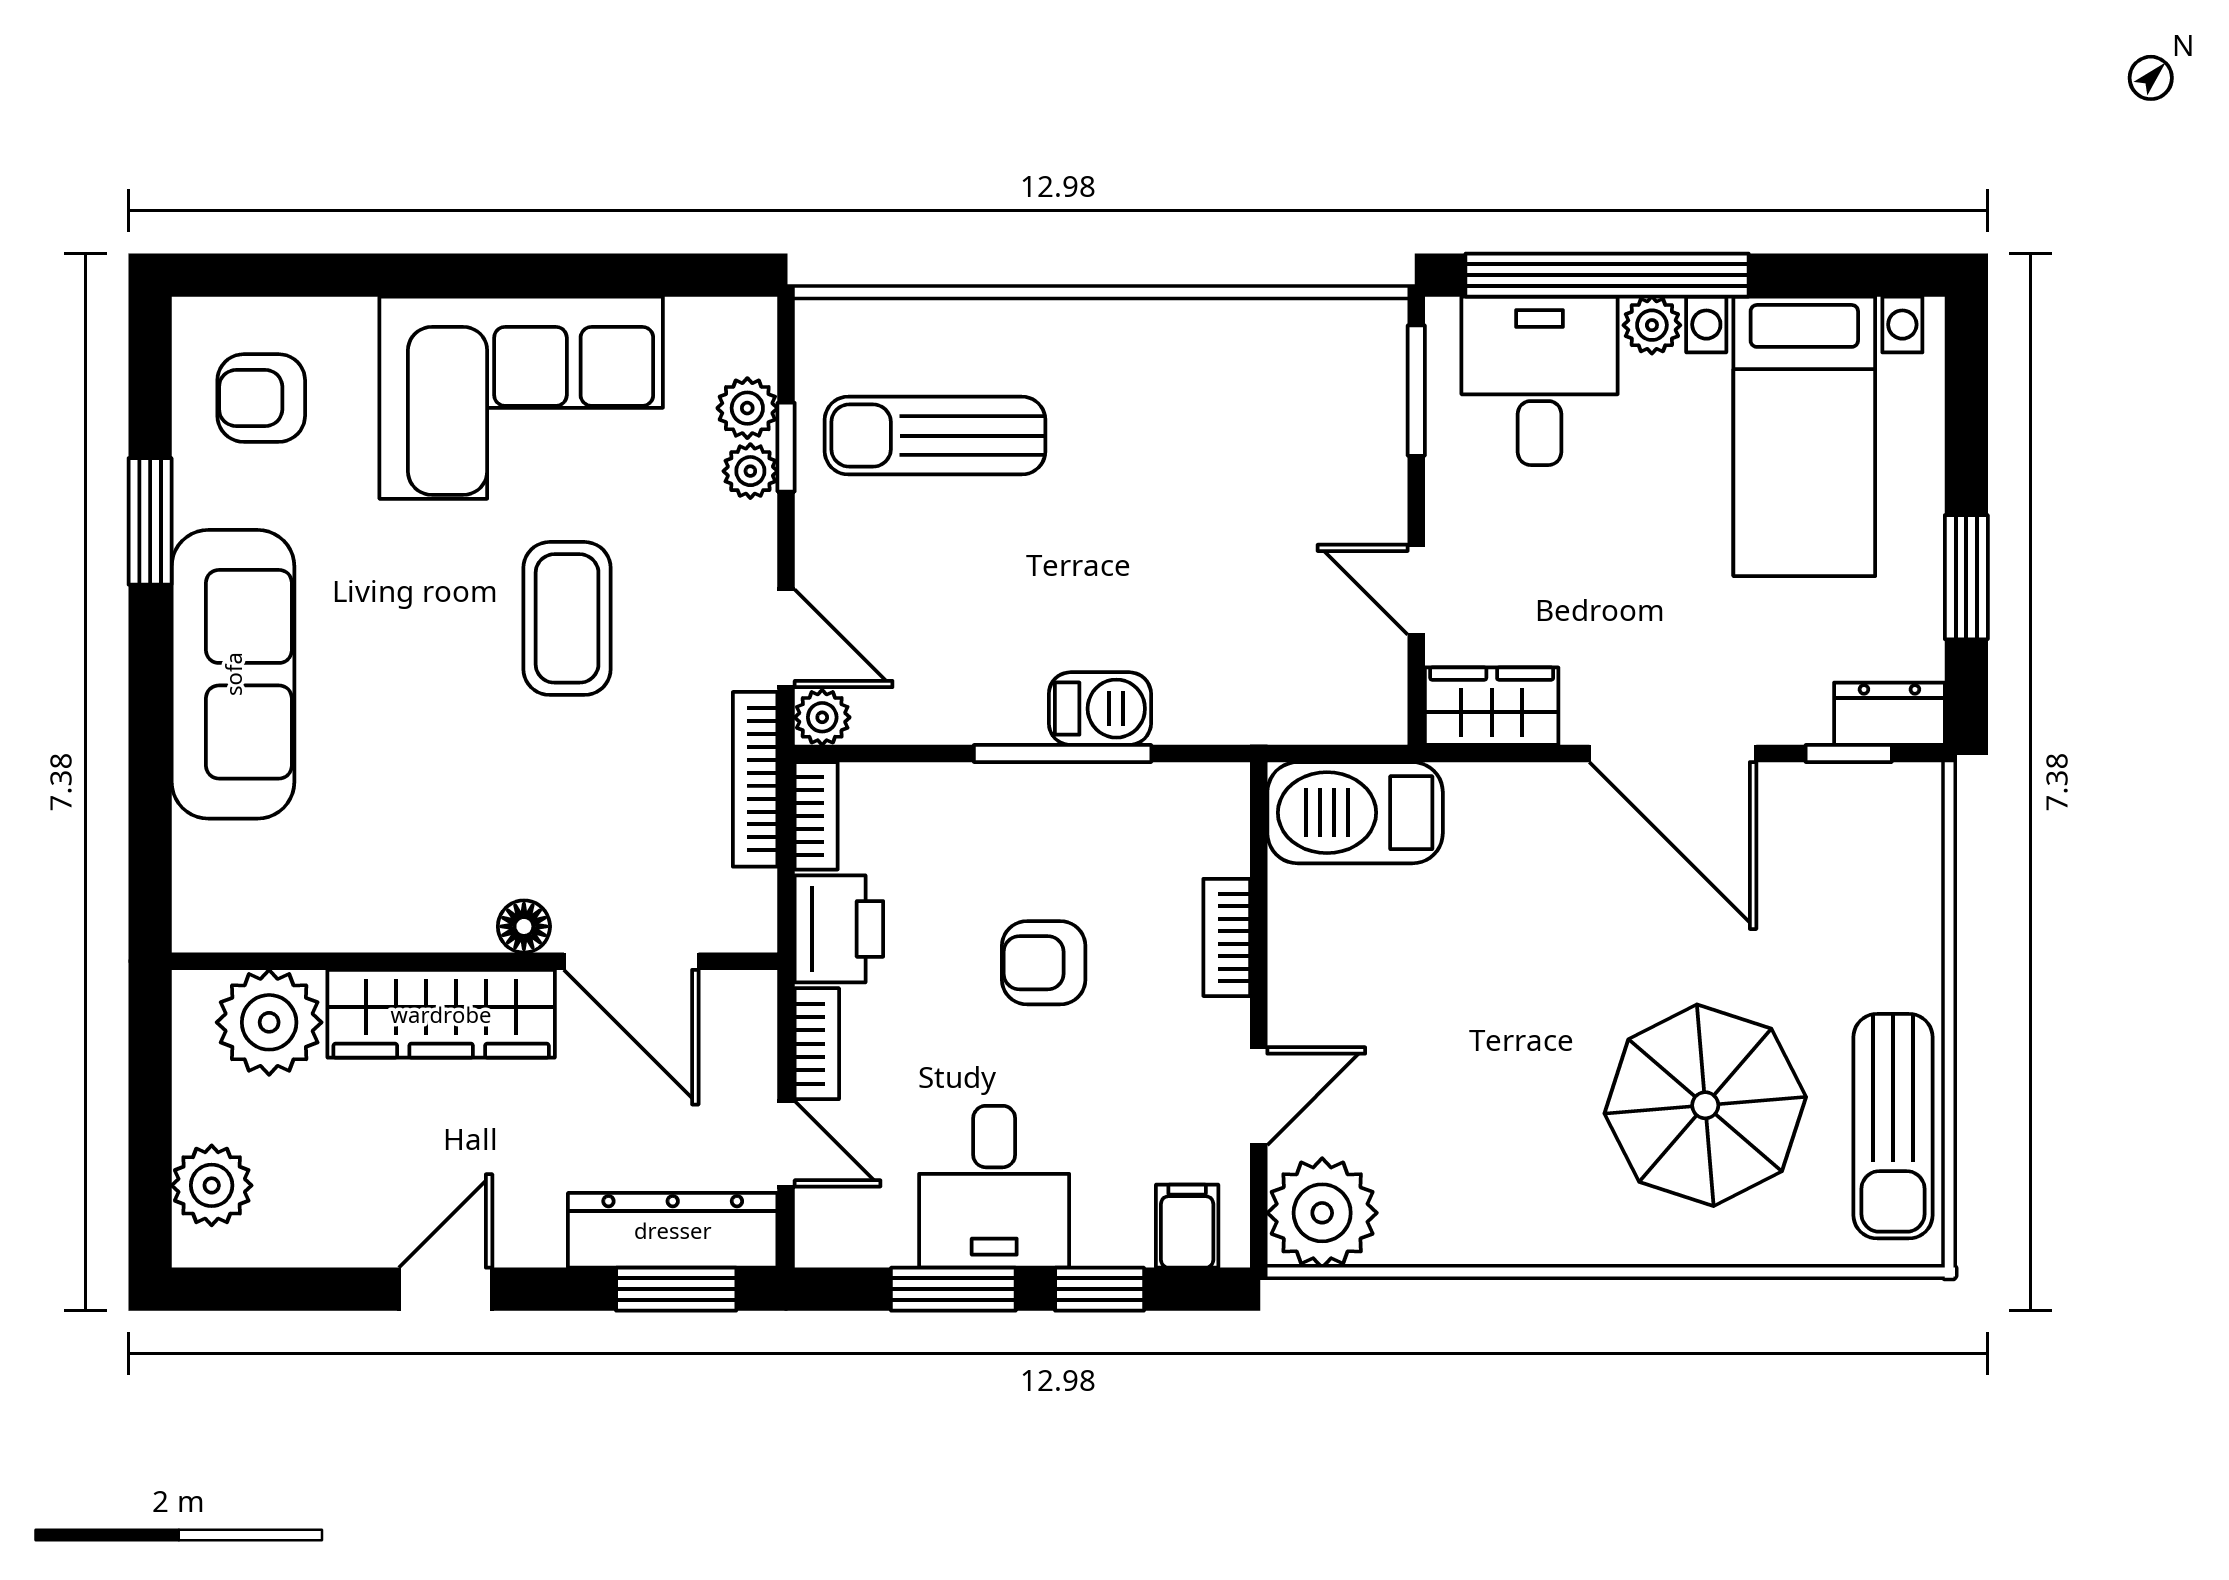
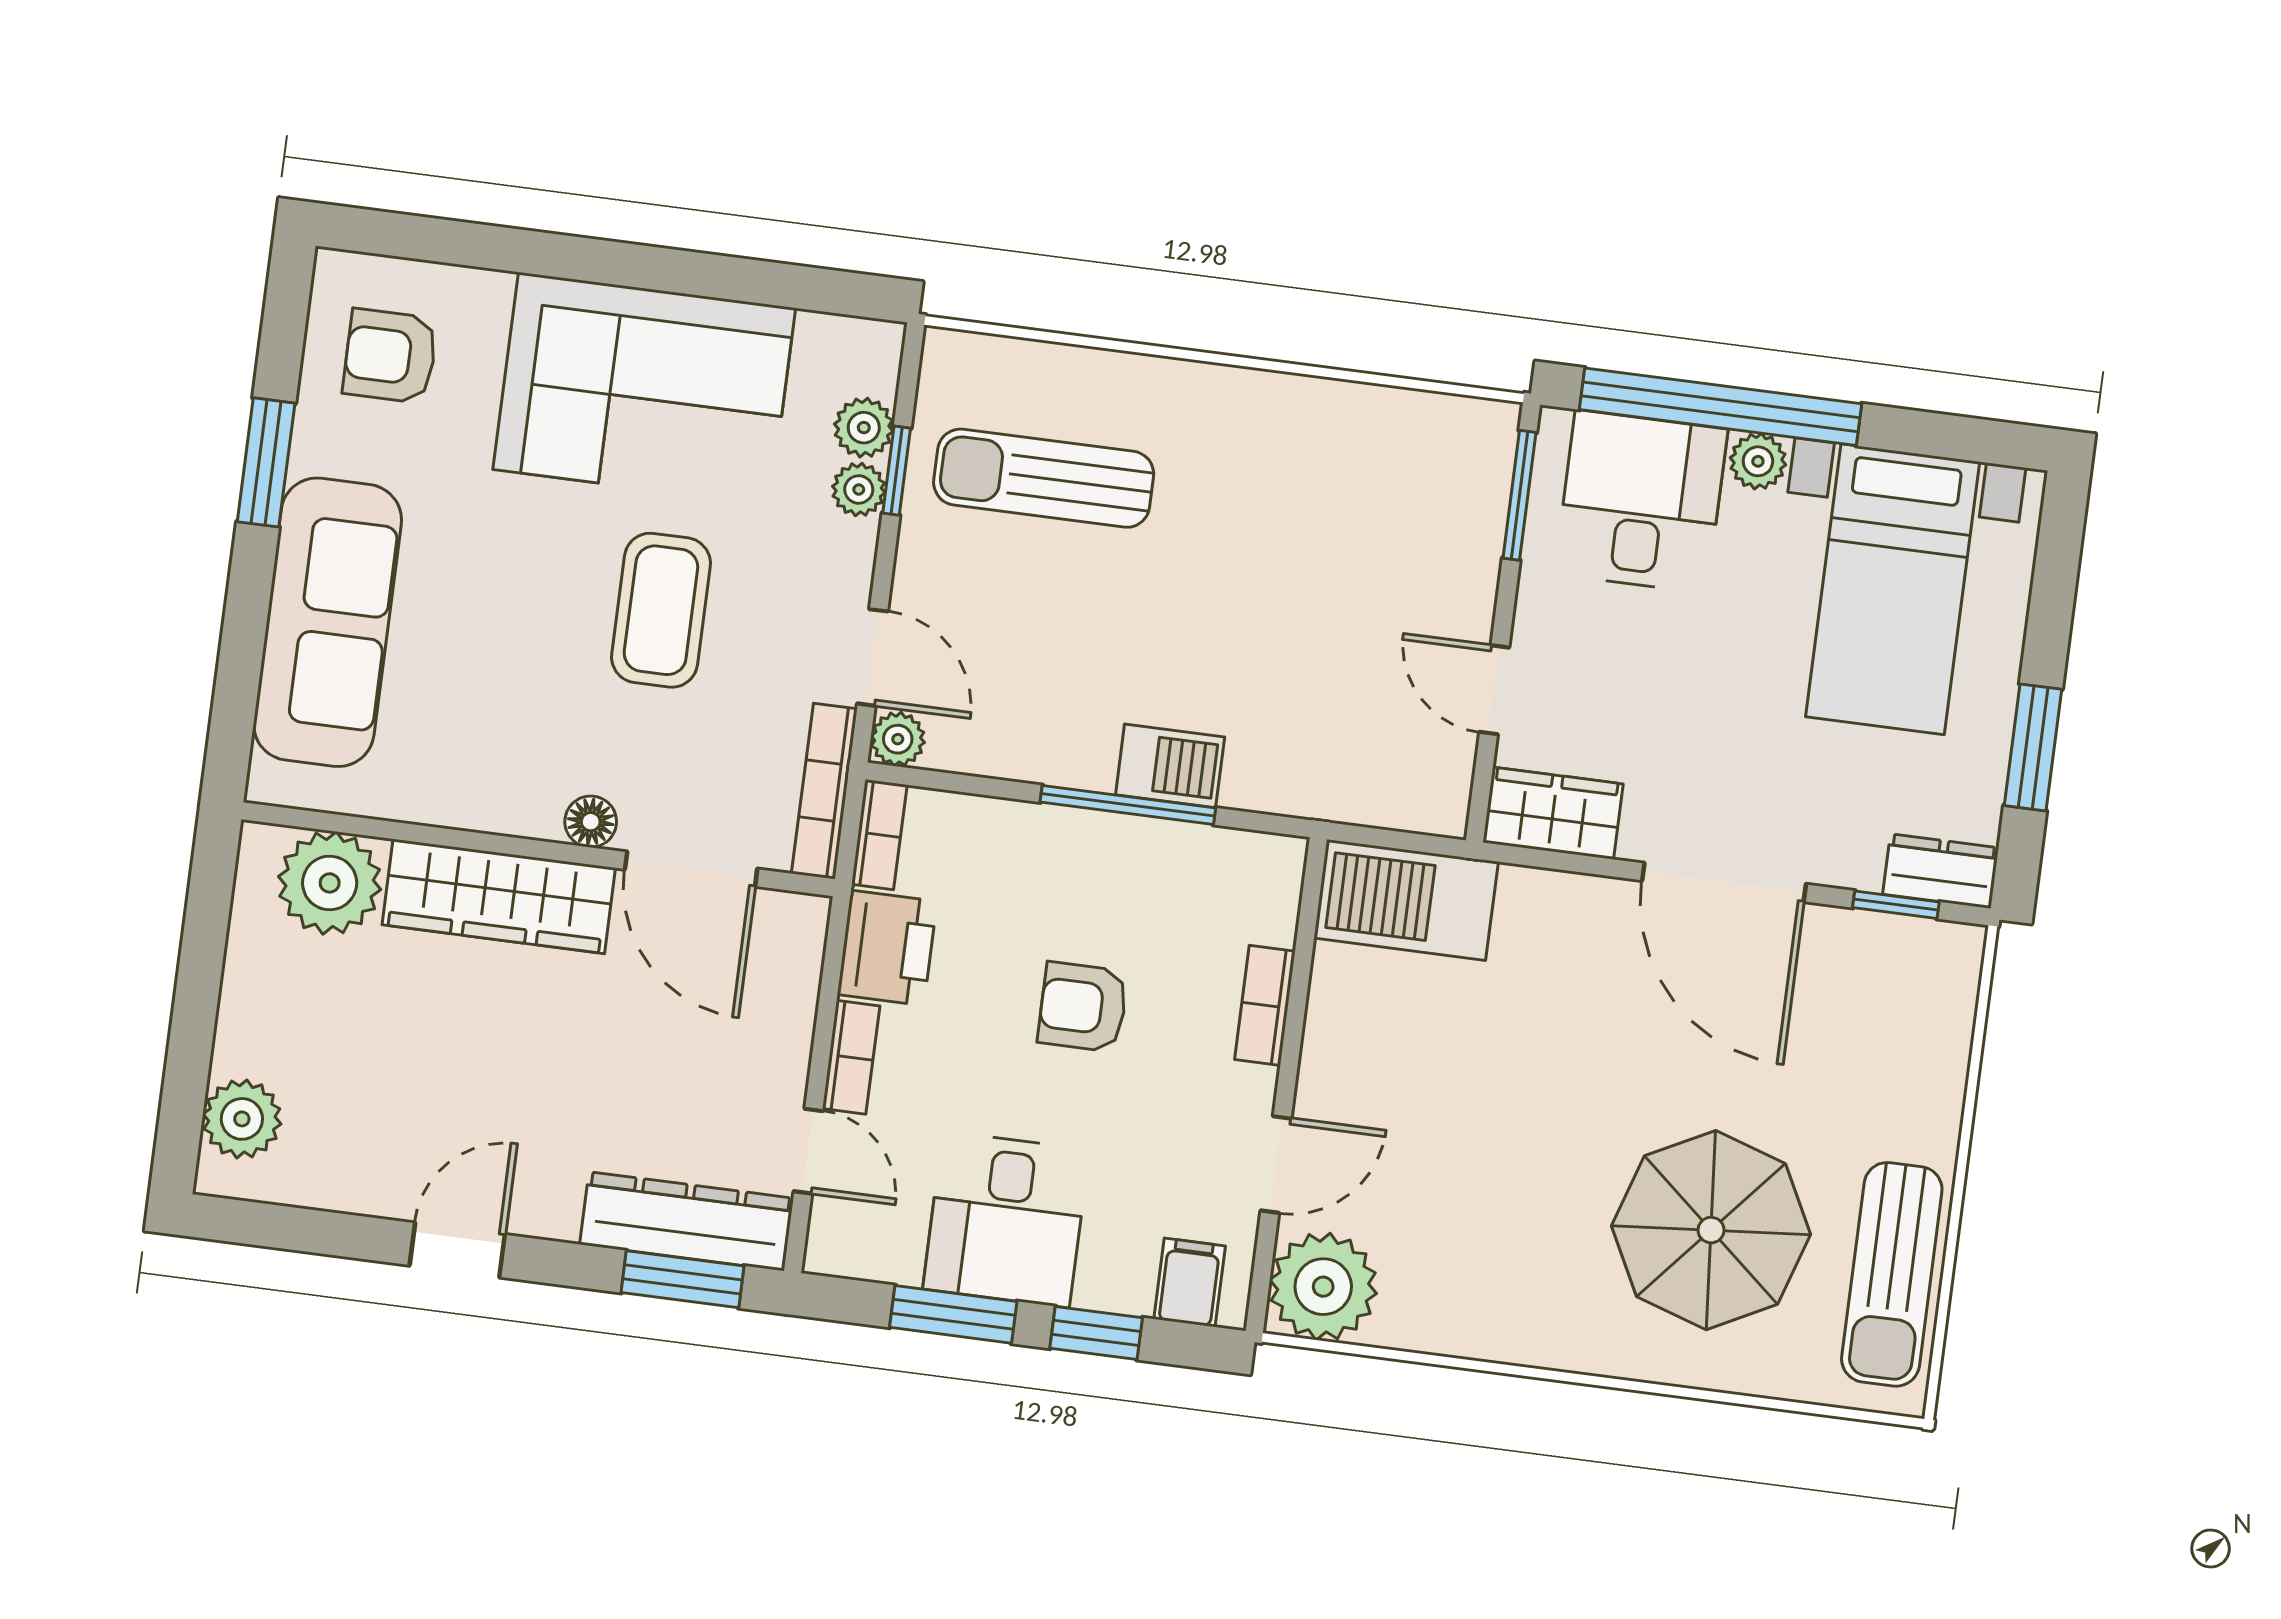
floor lamp: (524, 926) -> (591, 822), moved
wall: (475, 961) -> (538, 849), moved
door: (631, 961) -> (691, 869), moved
wardrobe: (441, 1014) -> (499, 896), moved
plant: (269, 1022) -> (330, 883), moved

